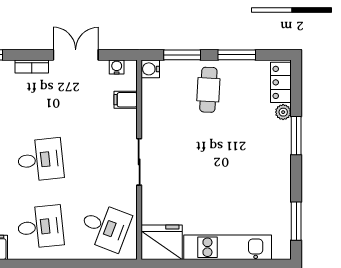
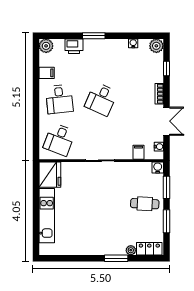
desk: (40, 160) -> (101, 99), turned 30
window: (296, 221) -> (63, 258), removed

